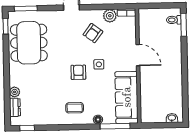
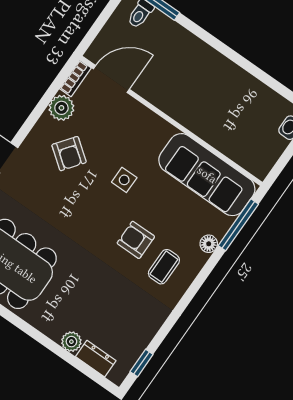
door: (138, 55) -> (111, 79), moved
armchair: (78, 72) -> (136, 240), moved

